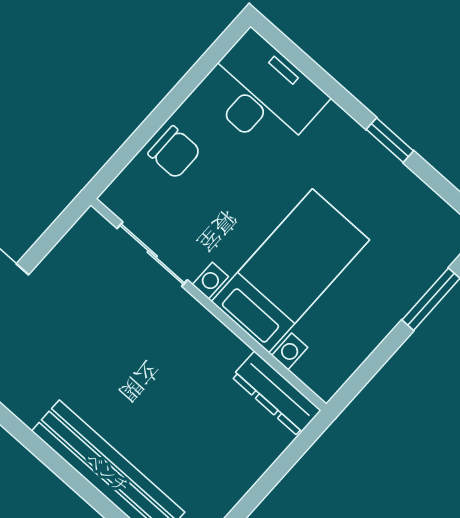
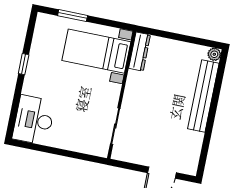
chair: (174, 152) -> (74, 140), removed
bed with nightstands: (290, 271) -> (96, 51), moved

